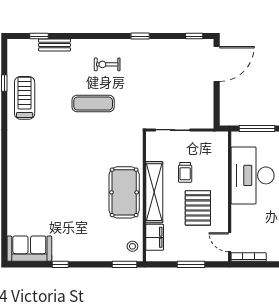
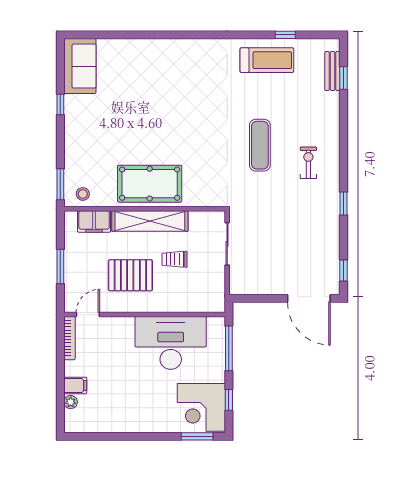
bench: (55, 45) -> (332, 71), moved

